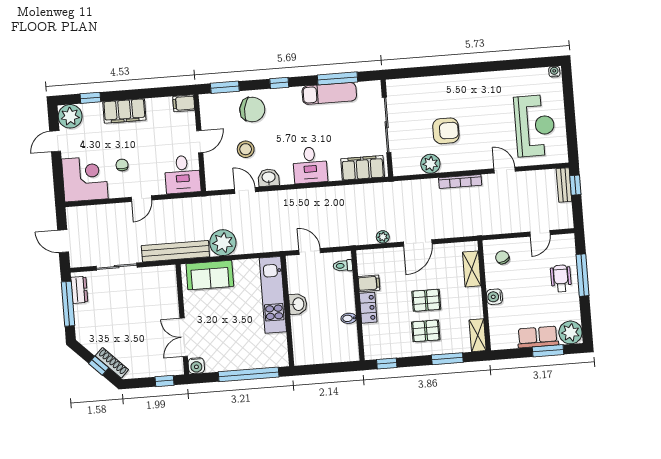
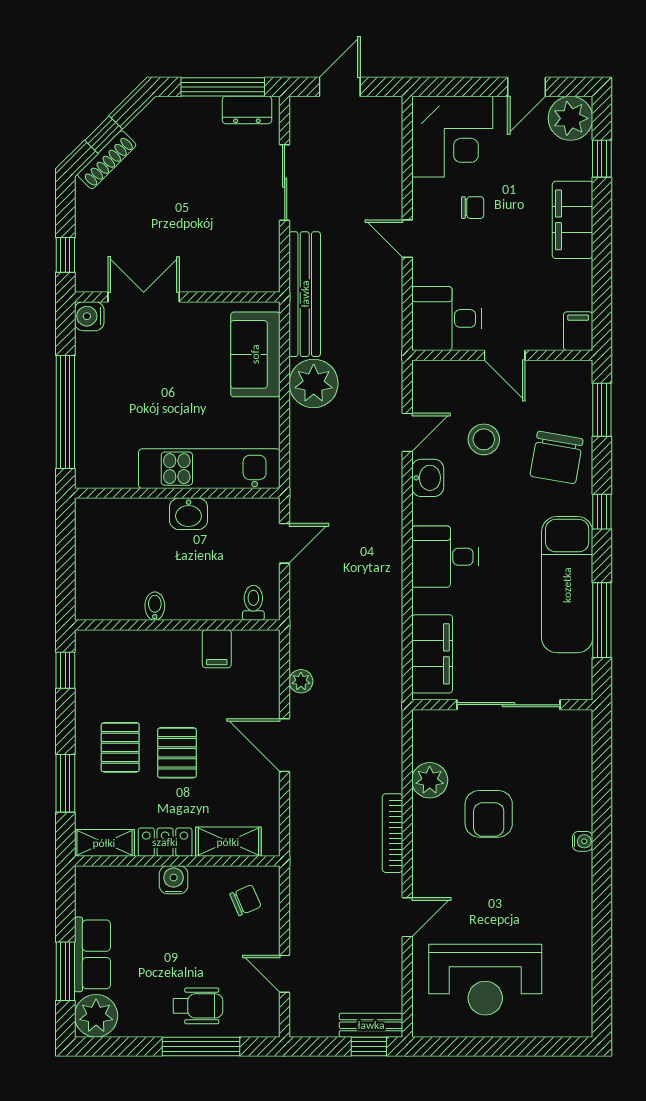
water cooler: (554, 72) -> (583, 841), moved
exam couch: (329, 93) -> (567, 585), width x1.36, depth x1.45
door: (55, 141) -> (526, 87), swing flipped
locker: (368, 308) -> (165, 842), moved, turned 180

